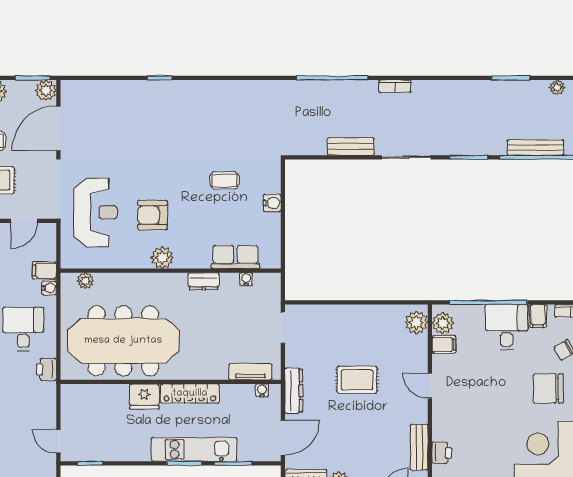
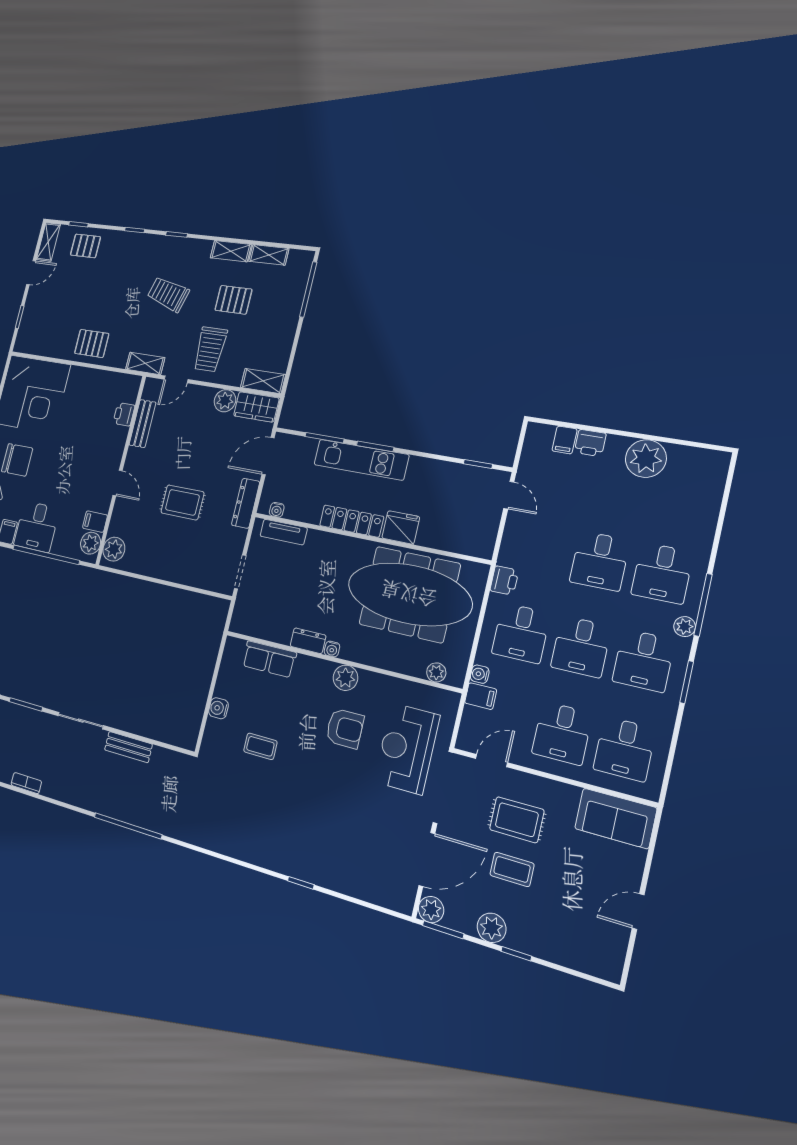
bookcase: (395, 86) -> (26, 783), moved
water cooler: (246, 279) -> (332, 649), moved

